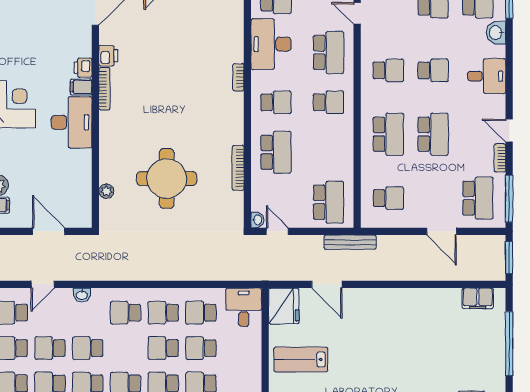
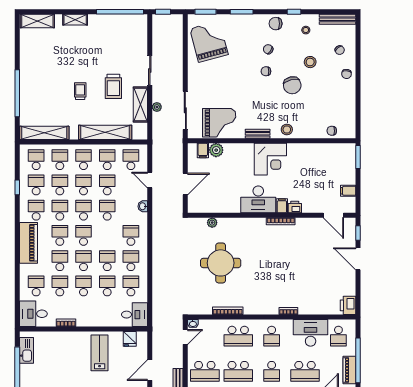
printer: (108, 56) -> (303, 224), removed
school desk: (329, 152) -> (238, 371), added
fridge: (284, 306) -> (130, 339), width x0.53, depth x0.75

